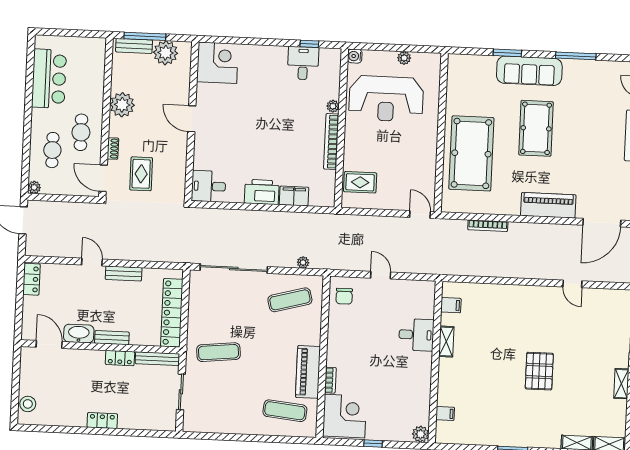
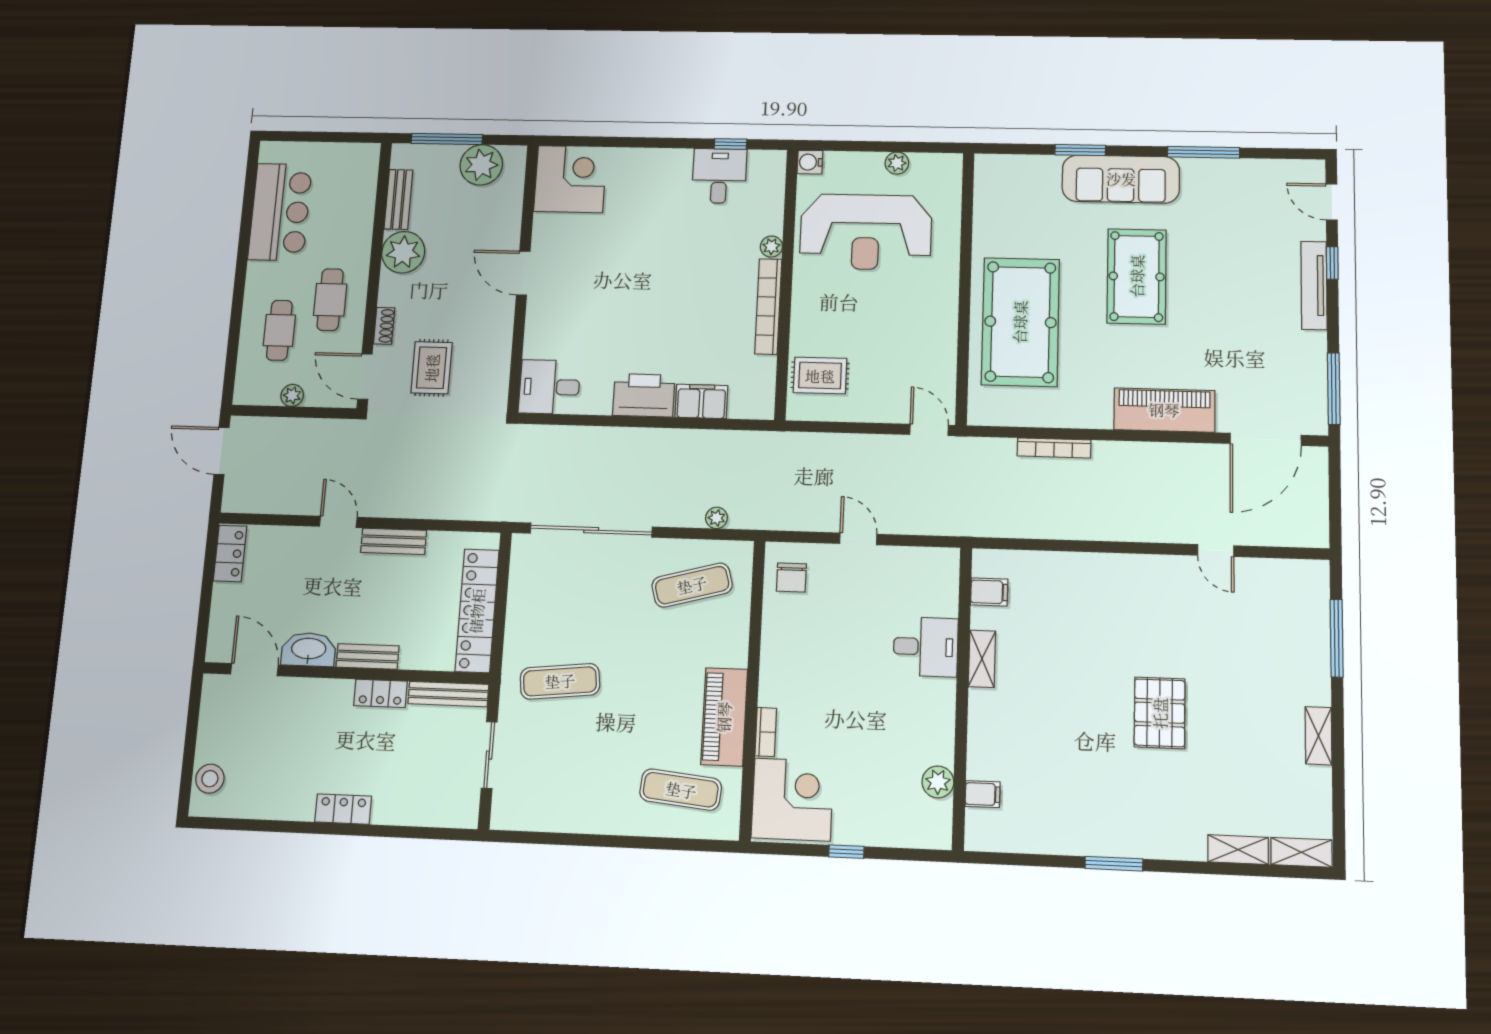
bench: (134, 46) -> (398, 199), moved, turned 90
plant: (34, 187) -> (292, 395), moved
plant: (421, 434) -> (938, 782), moved

